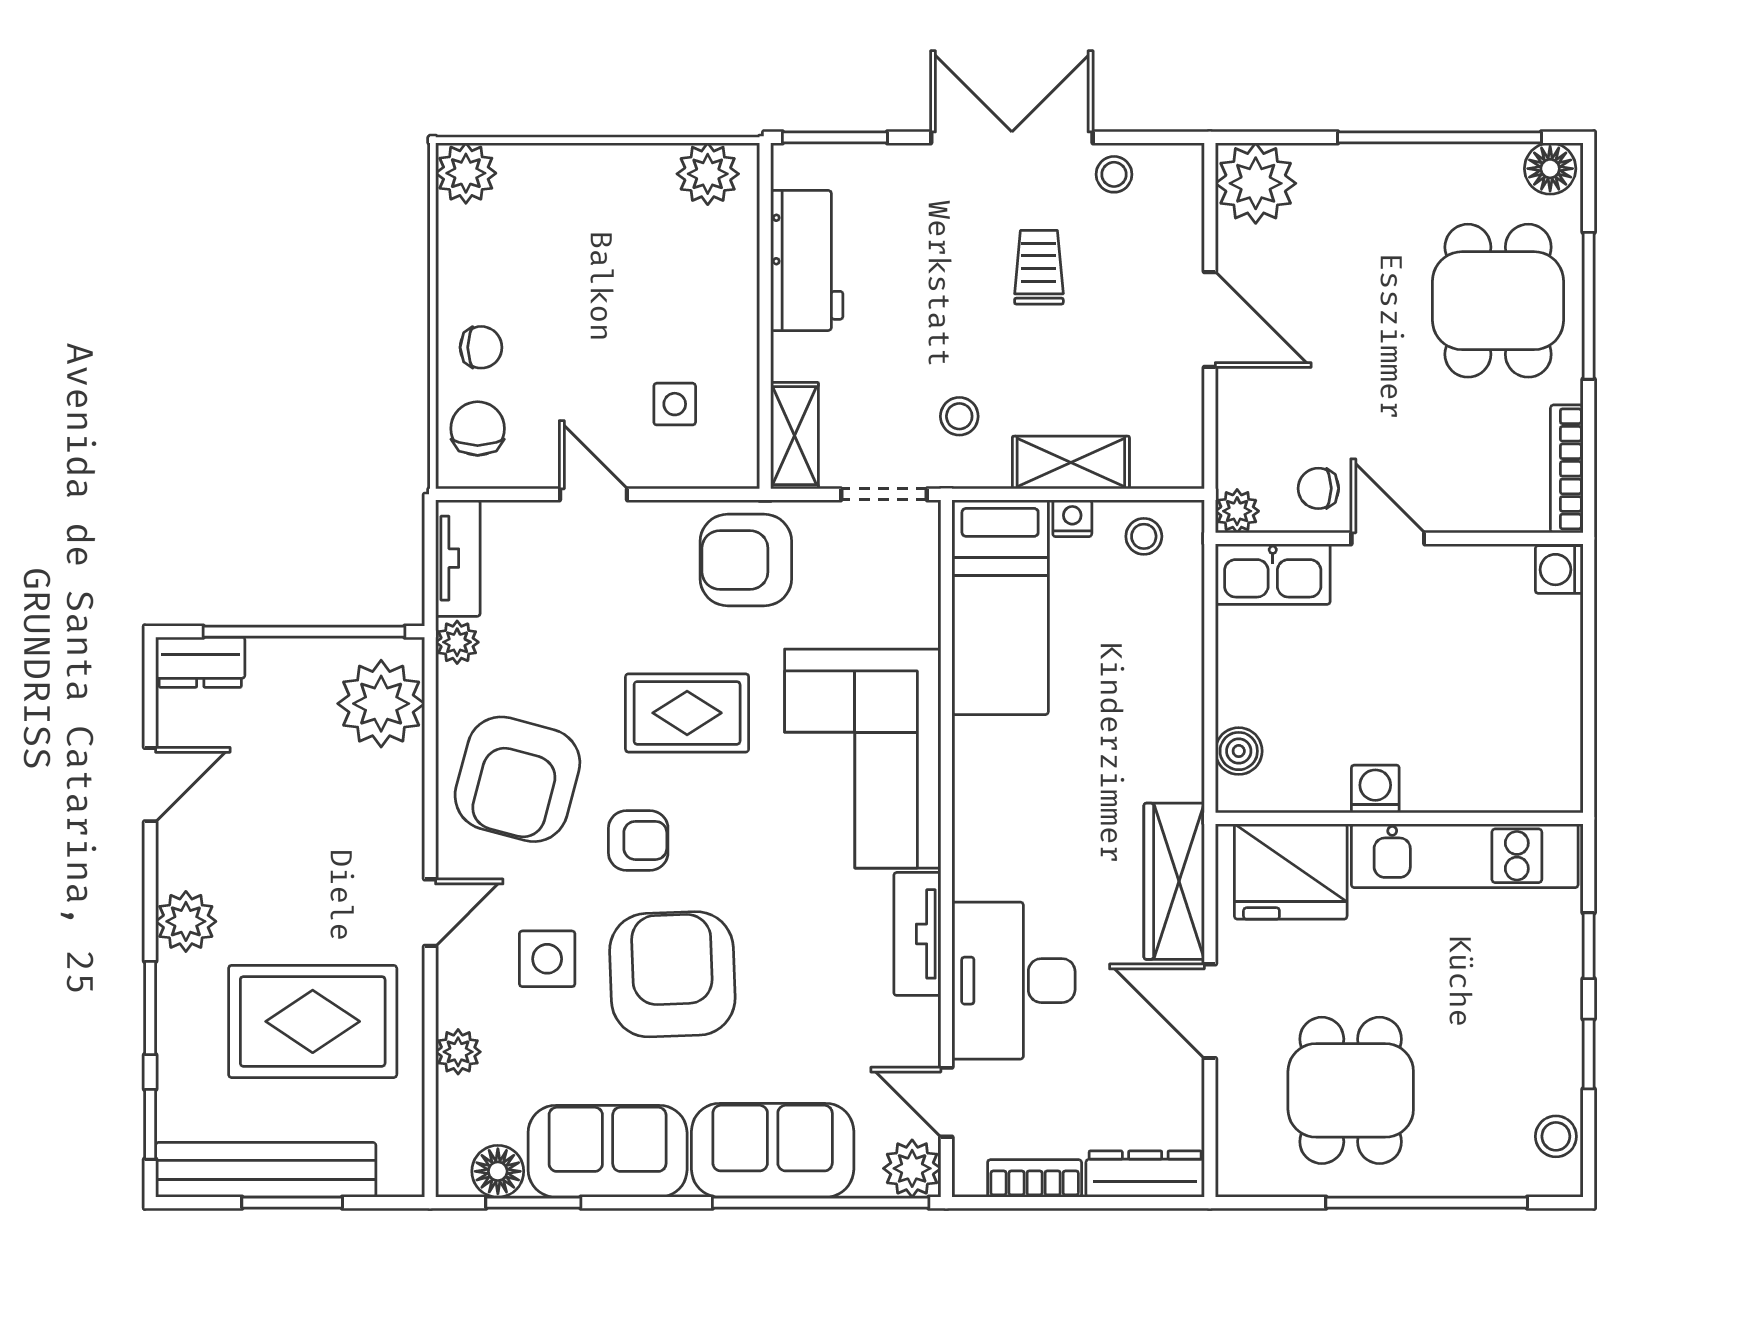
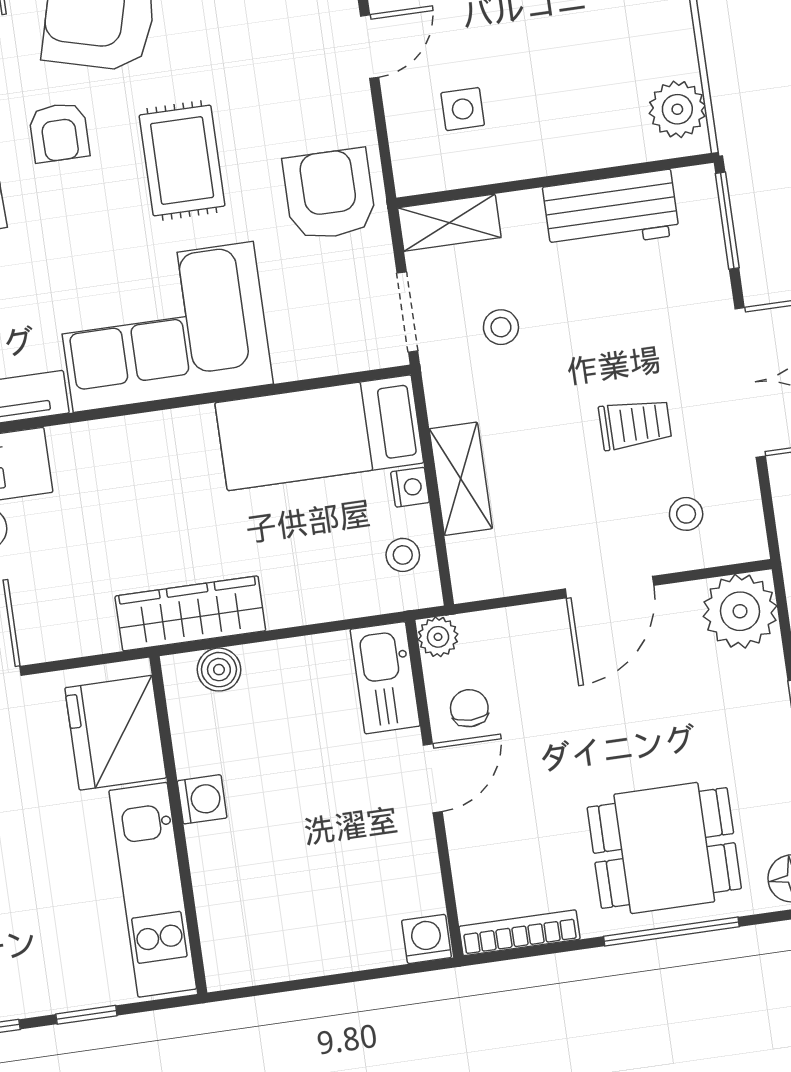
stool: (1114, 174) -> (686, 514), moved
stool: (959, 416) -> (501, 327), moved
wardrobe: (1174, 881) -> (190, 613), moved

